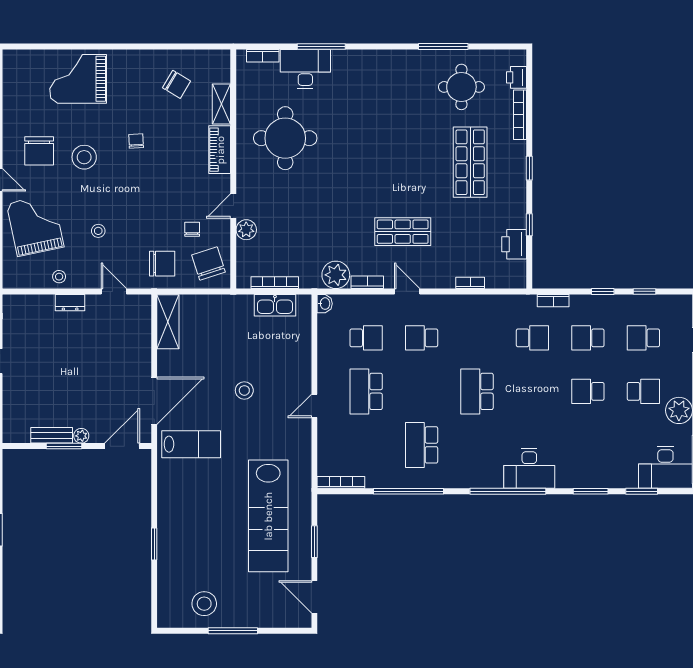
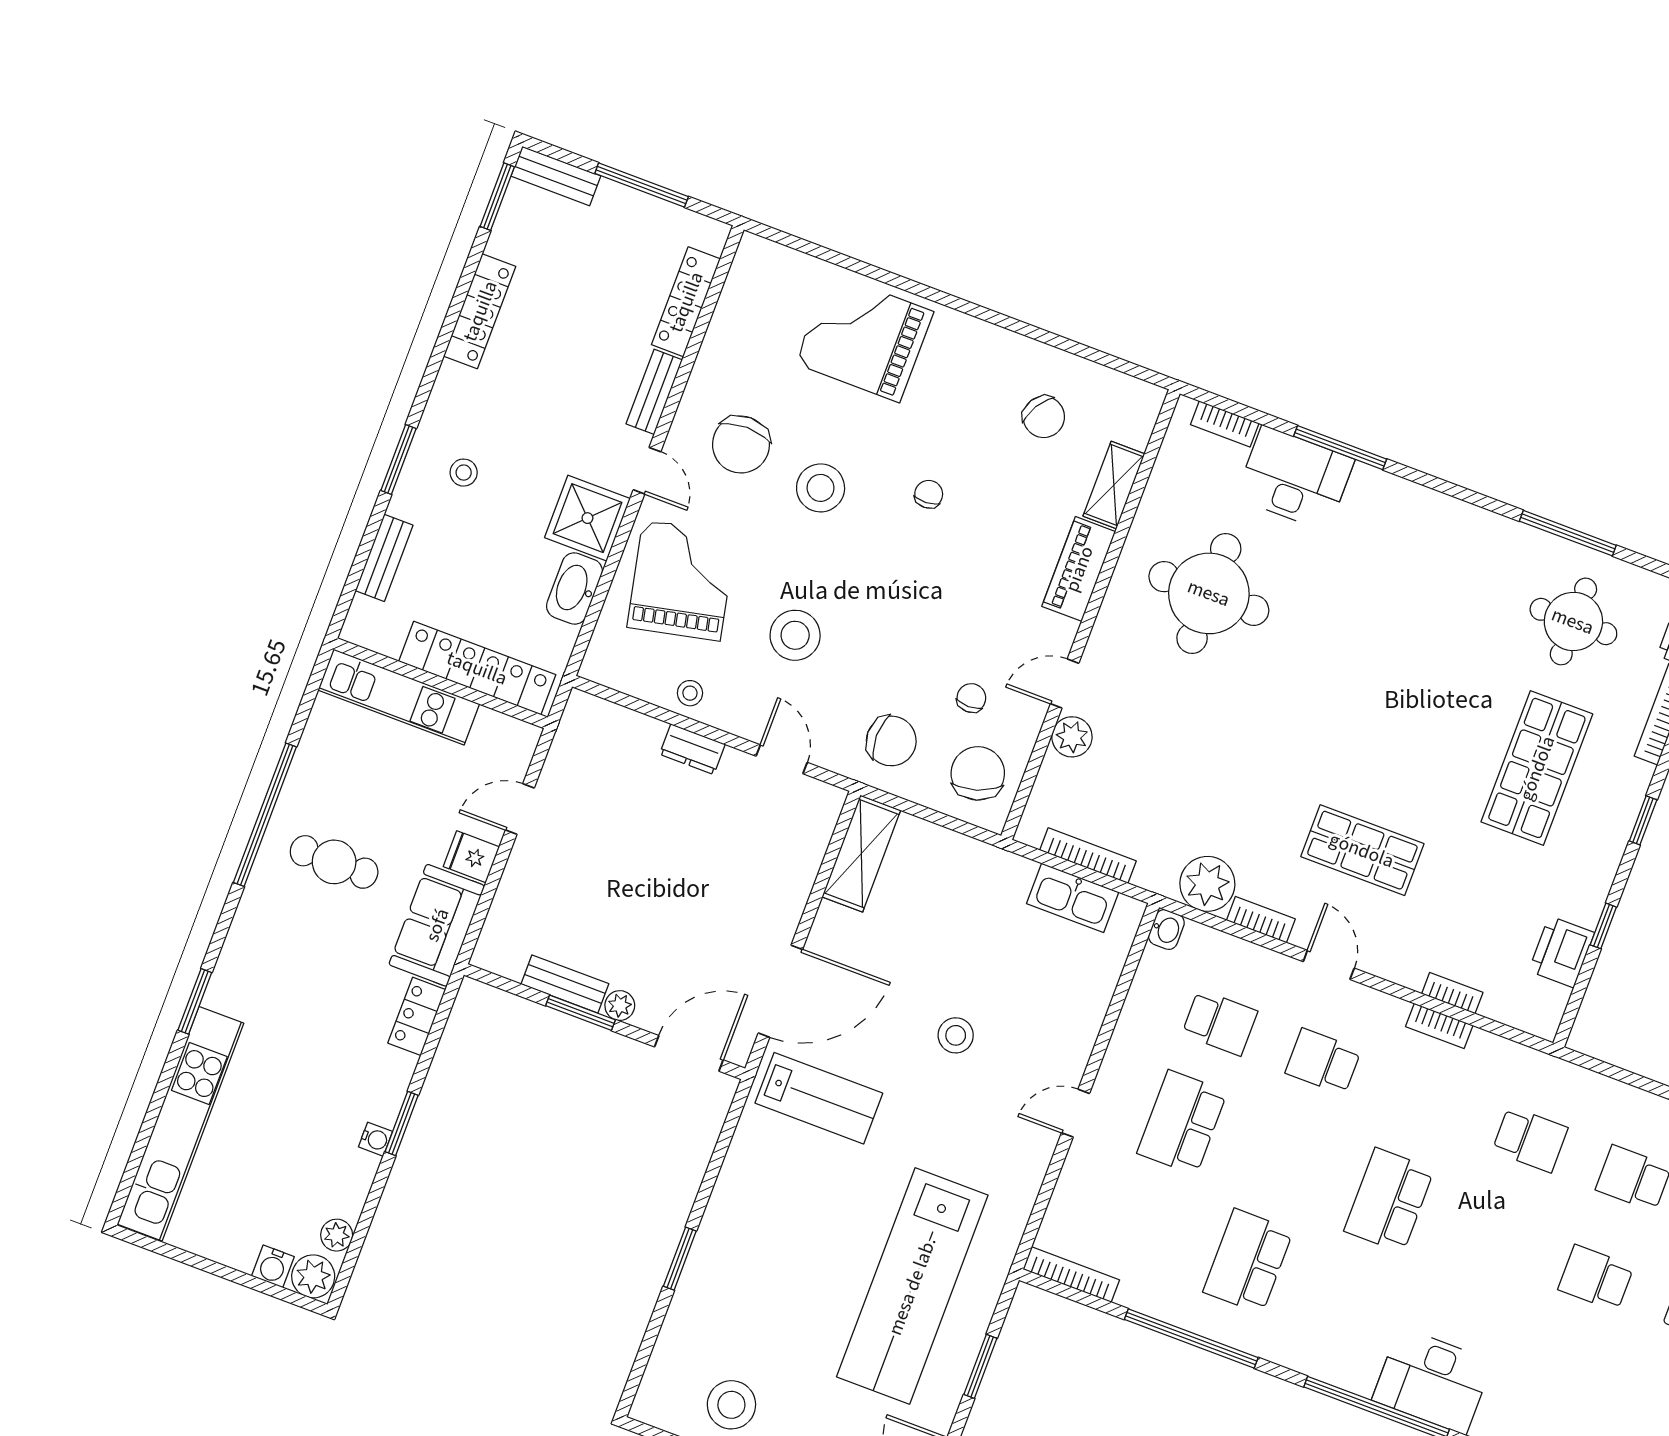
stool: (98, 231) -> (795, 635), width x1.89, depth x1.89
bookcase: (553, 301) -> (1439, 1026), moved

